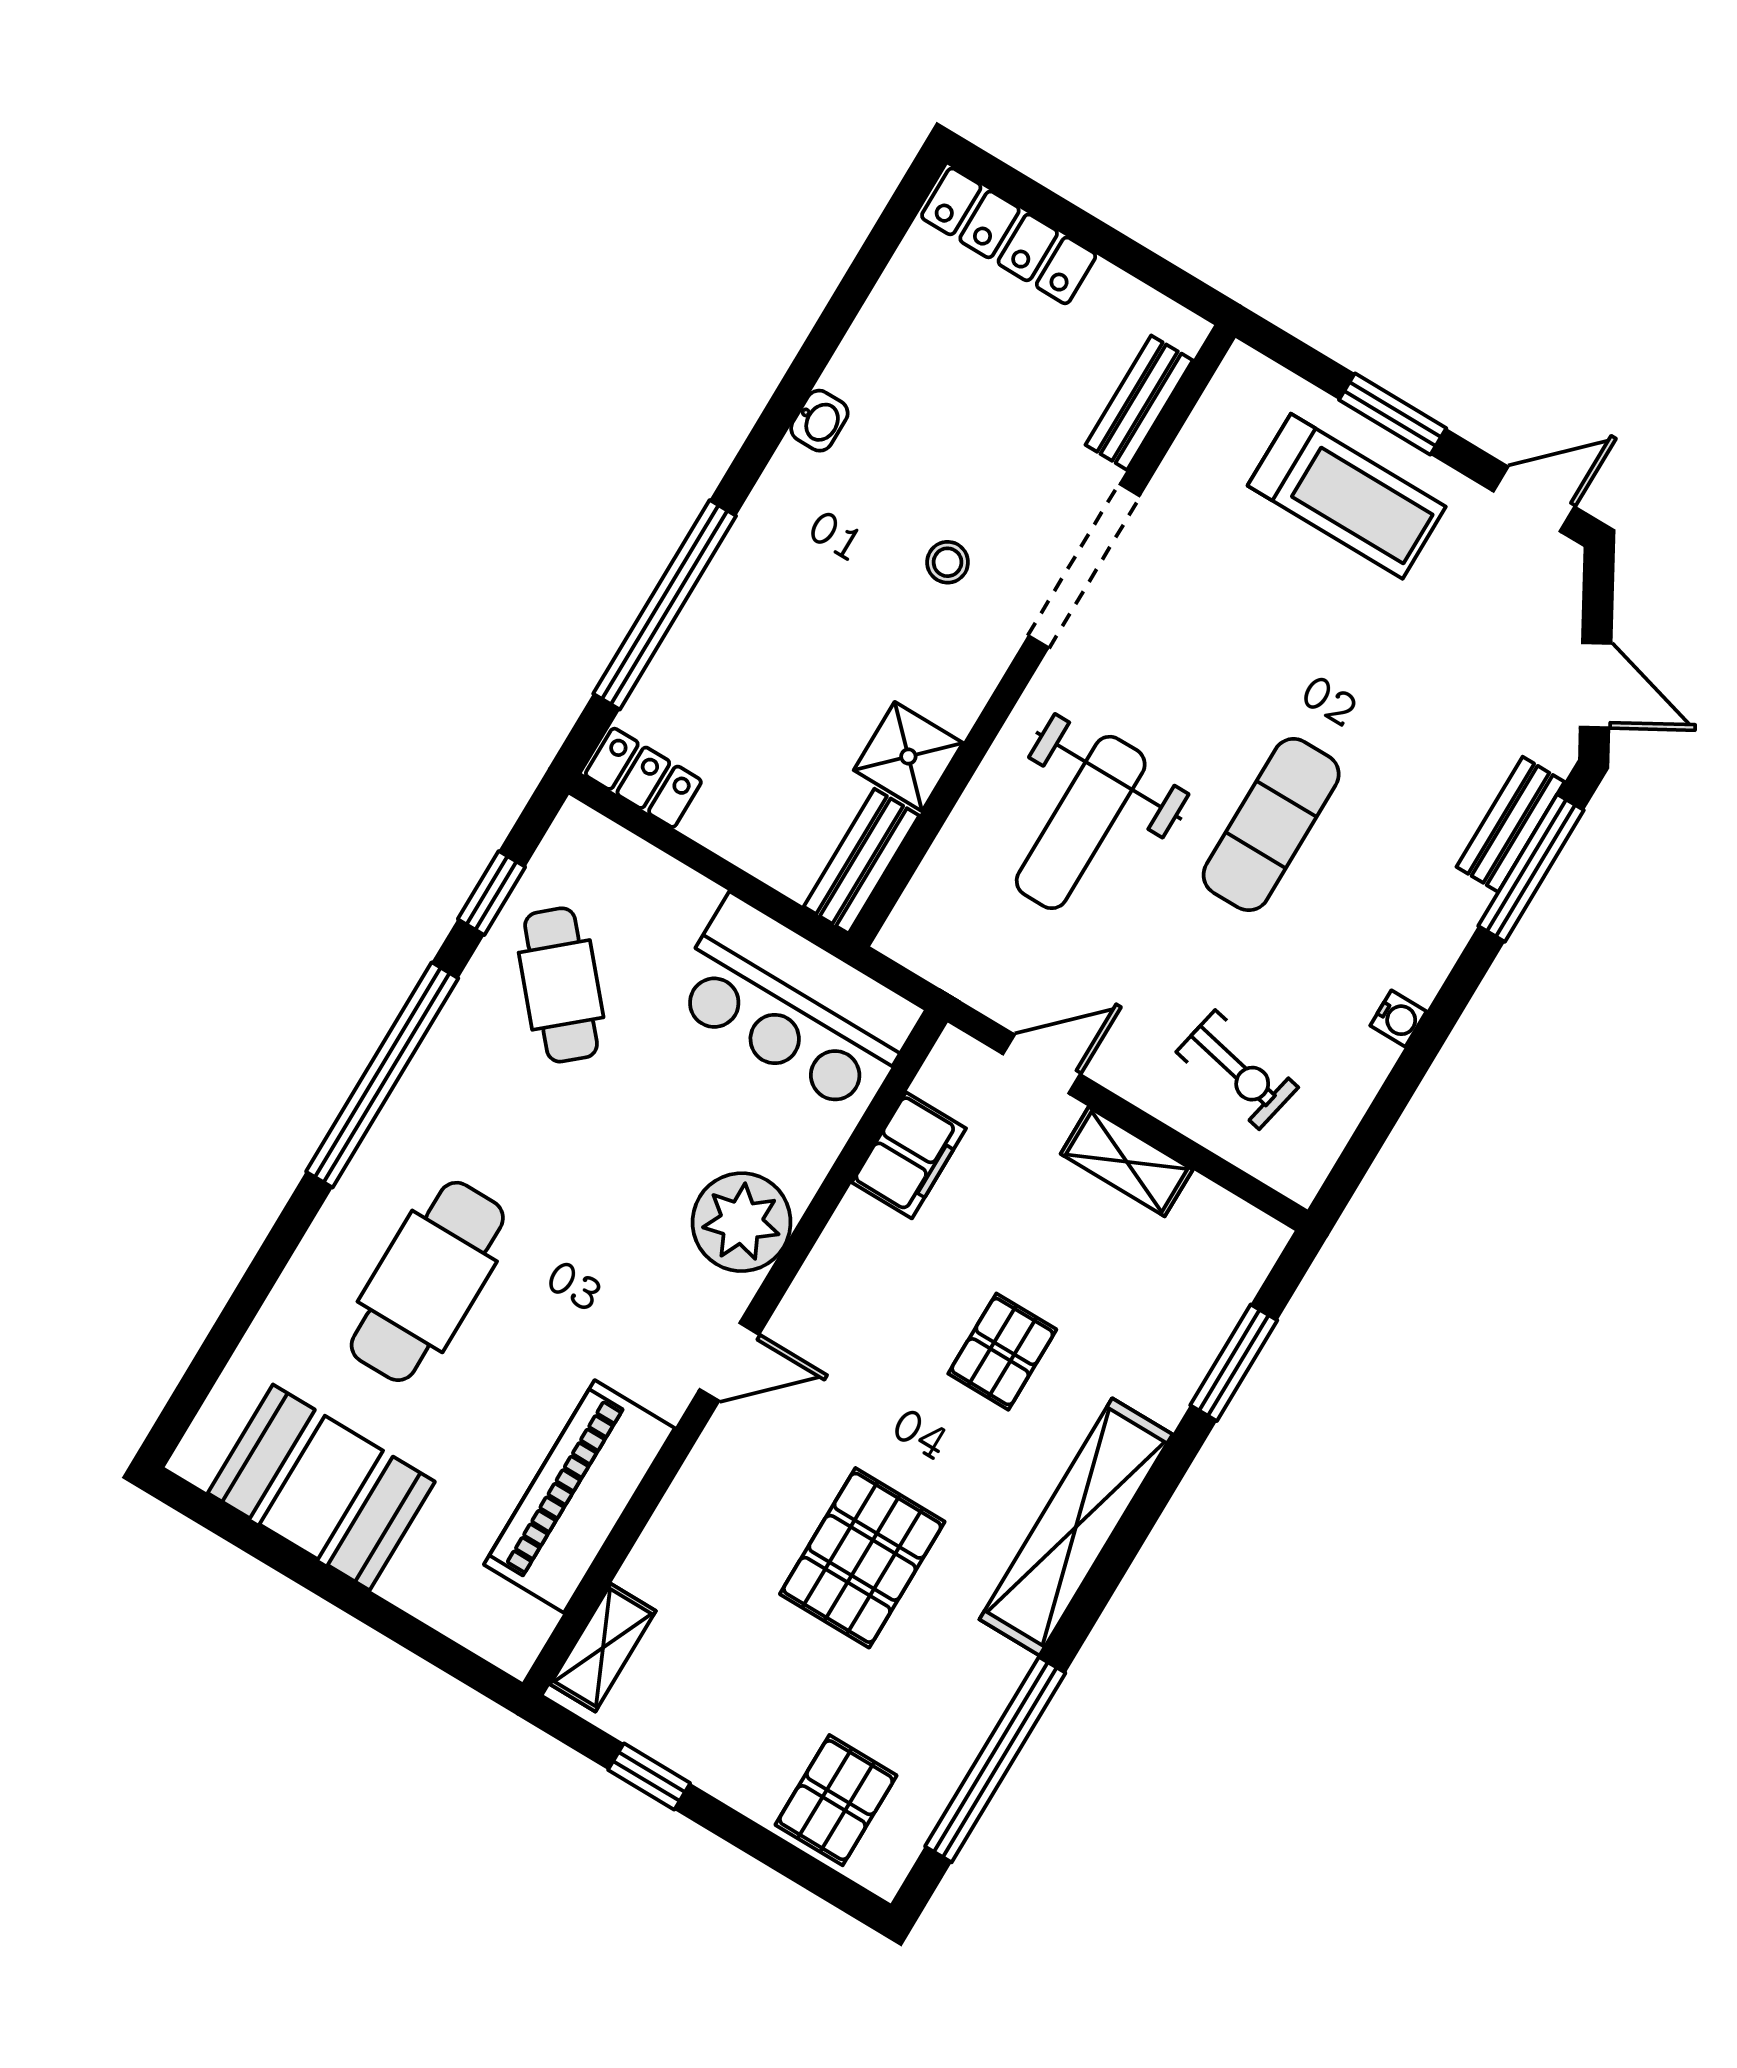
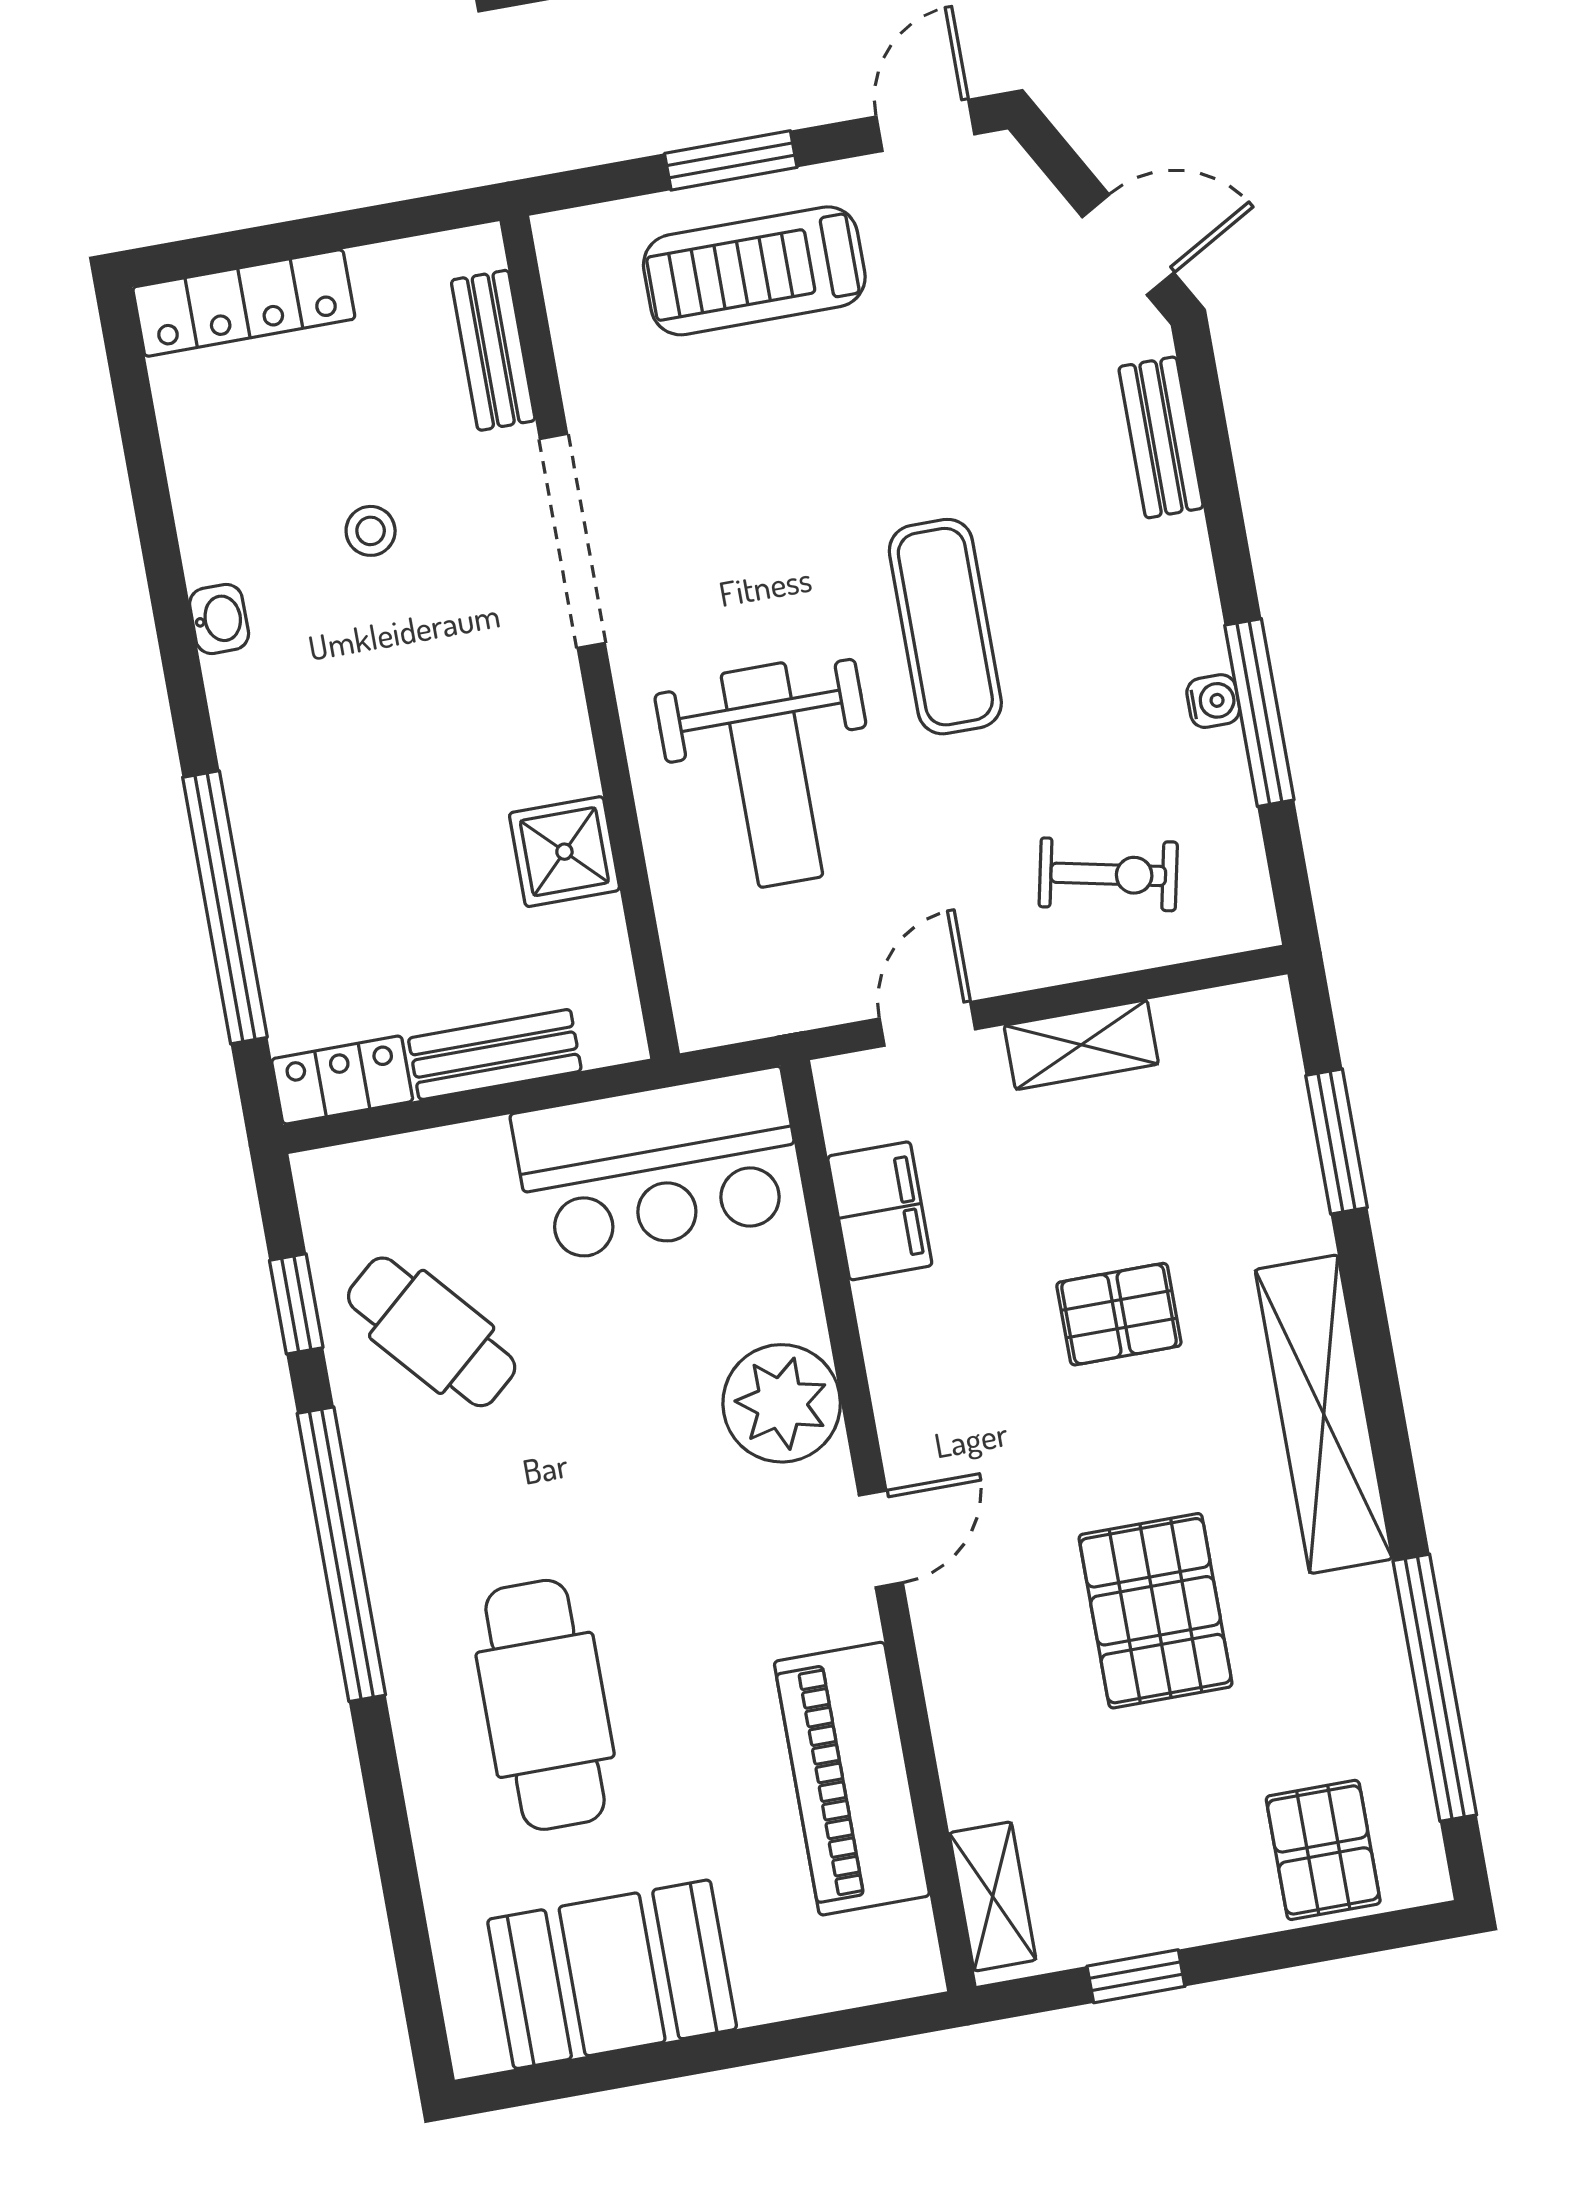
treadmill: (1347, 496) -> (754, 271), turned 180
stool: (948, 562) -> (371, 531), moved
bench: (861, 861) -> (495, 1055), moved, turned 90
window: (1531, 868) -> (1259, 713), moved
pallet: (1002, 1352) -> (1119, 1314), turned 90

